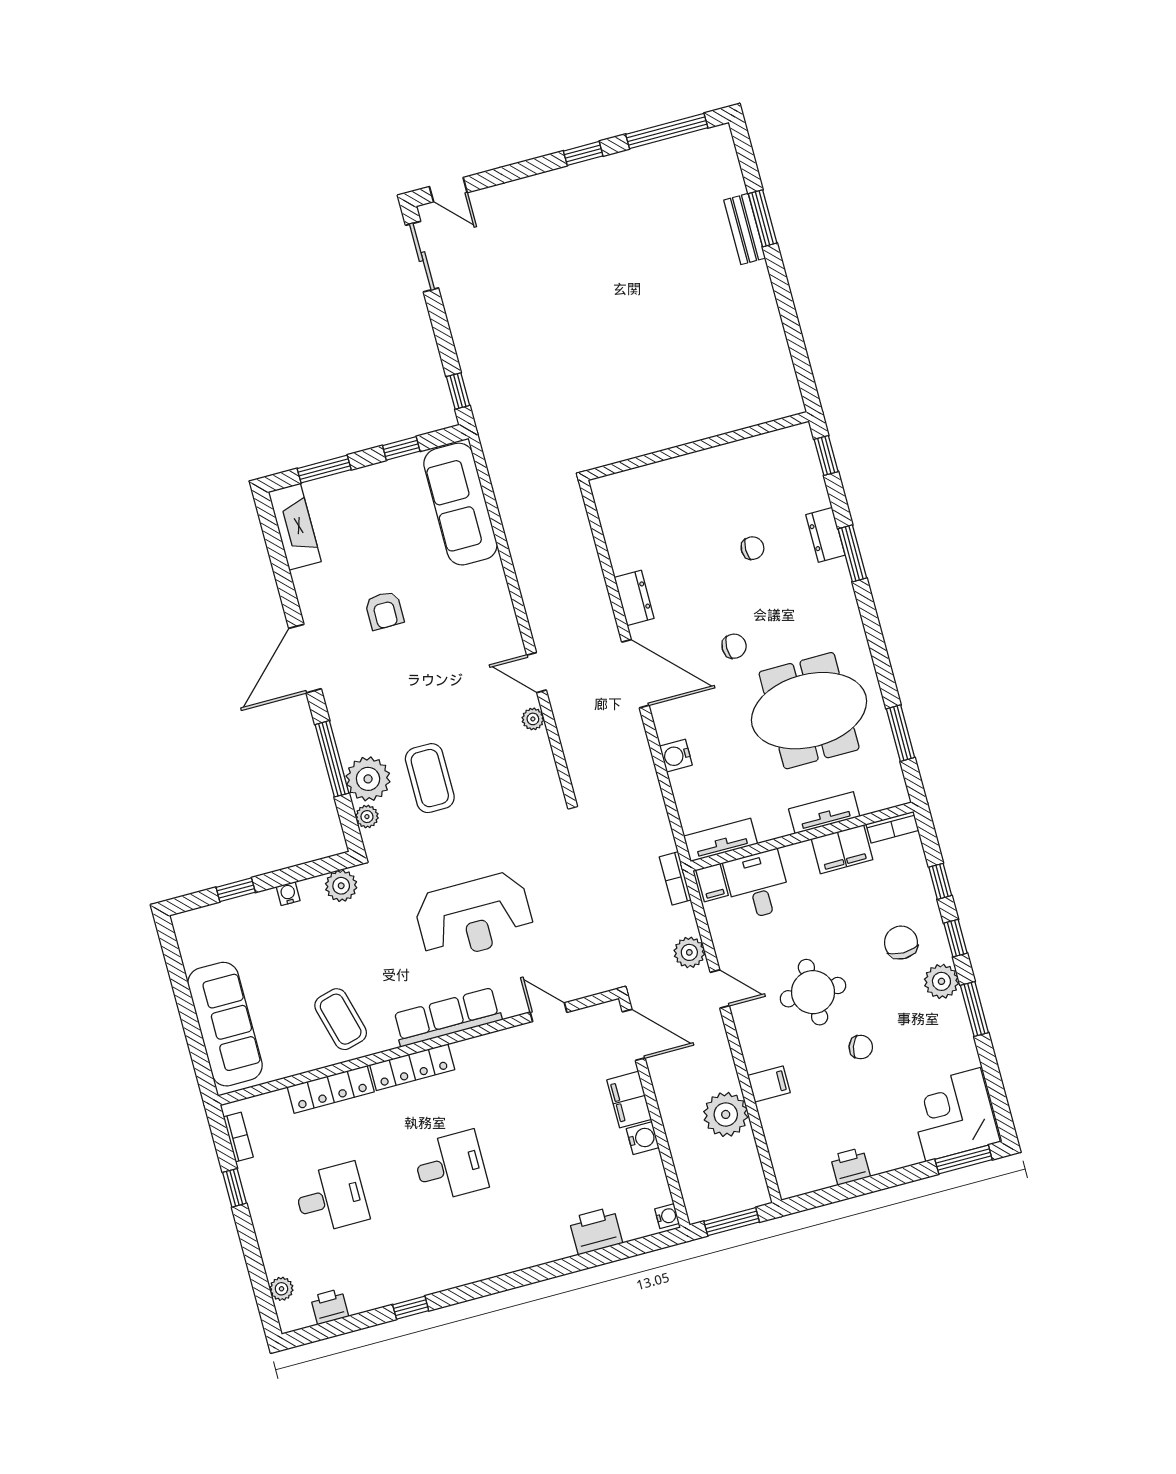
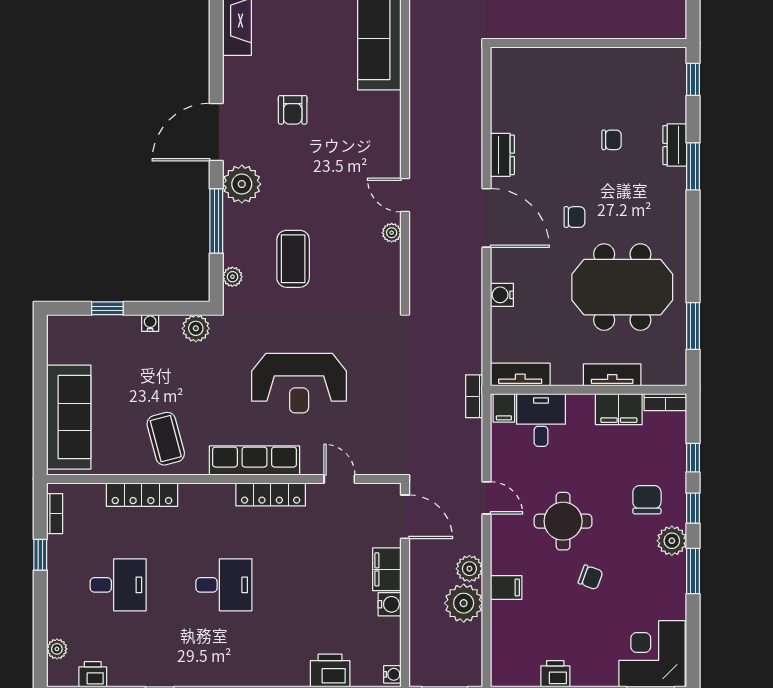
plant: (368, 779) -> (242, 184), moved
plant: (689, 952) -> (469, 569), moved
locker: (412, 1067) -> (271, 494), moved

